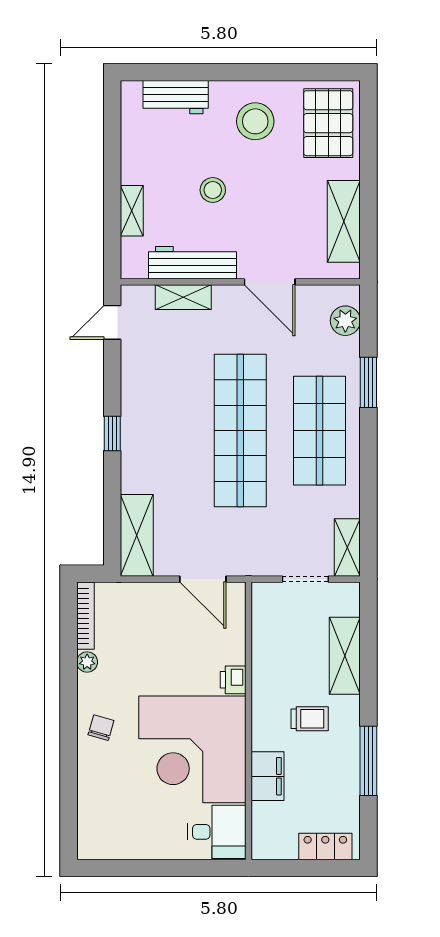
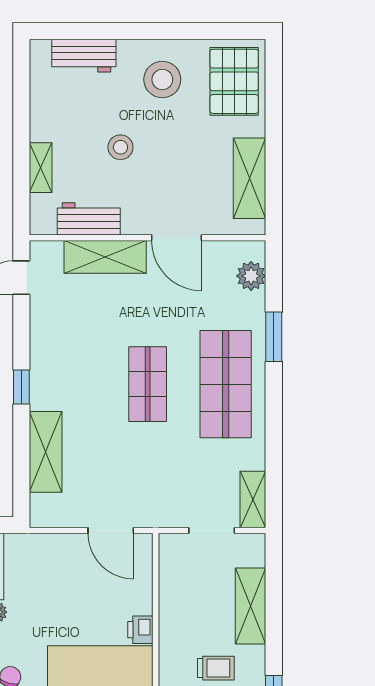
workbench: (193, 263) -> (89, 219), width x0.73
shelving: (183, 297) -> (105, 257), width x1.50, depth x1.33
shop shelf: (240, 431) -> (148, 384), width x0.50, depth x0.74
shelving: (137, 535) -> (46, 452), moved

